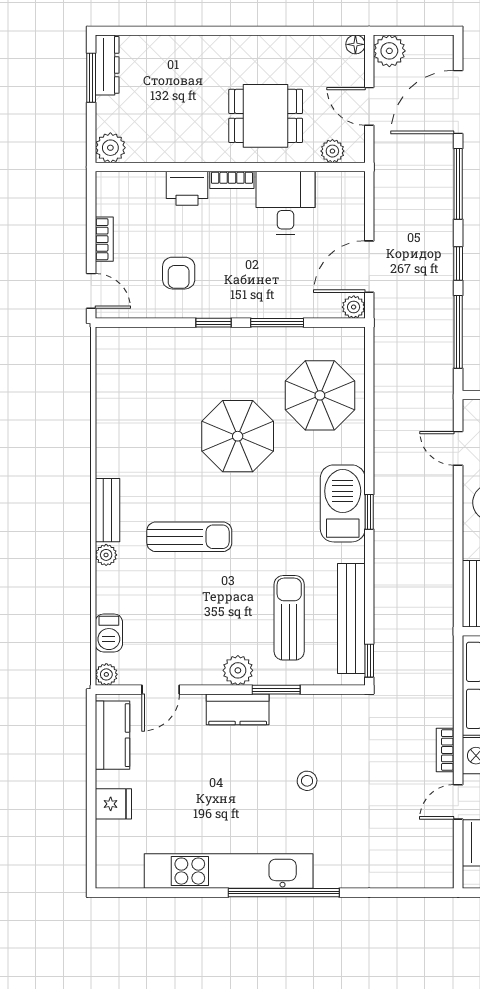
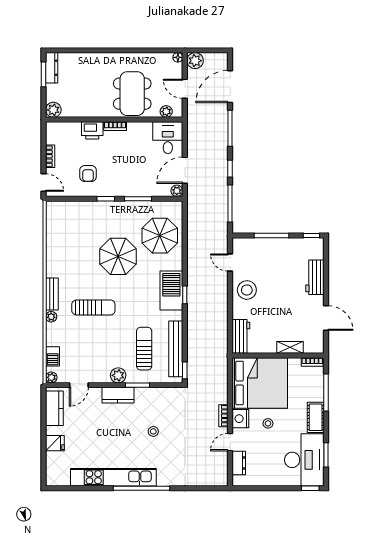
dining table: (266, 116) -> (132, 94), width x1.38
desk: (285, 203) -> (168, 138), moved

